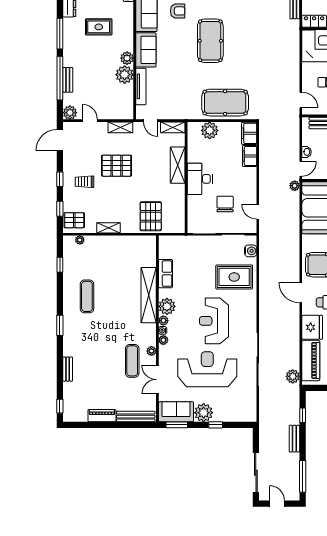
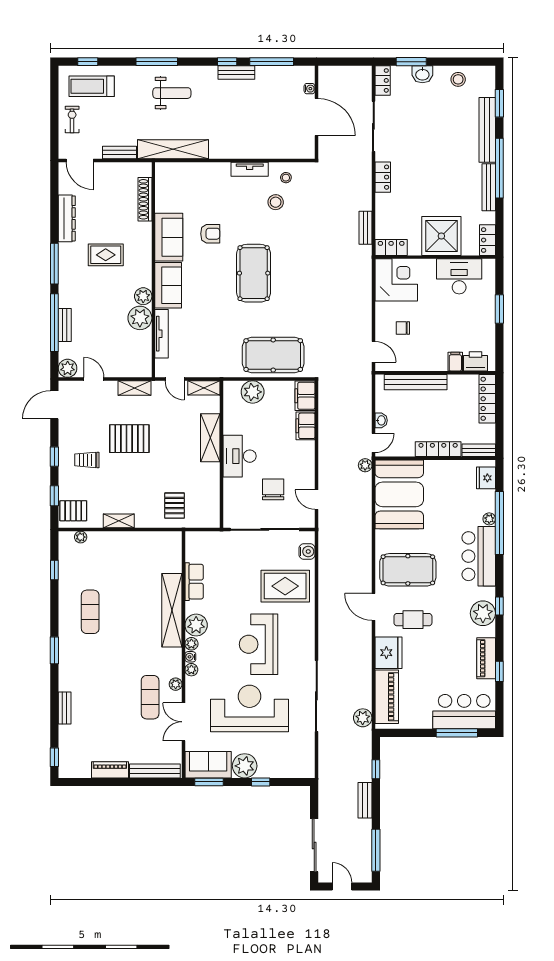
pallet: (151, 216) -> (175, 506), width x0.67, depth x0.71

